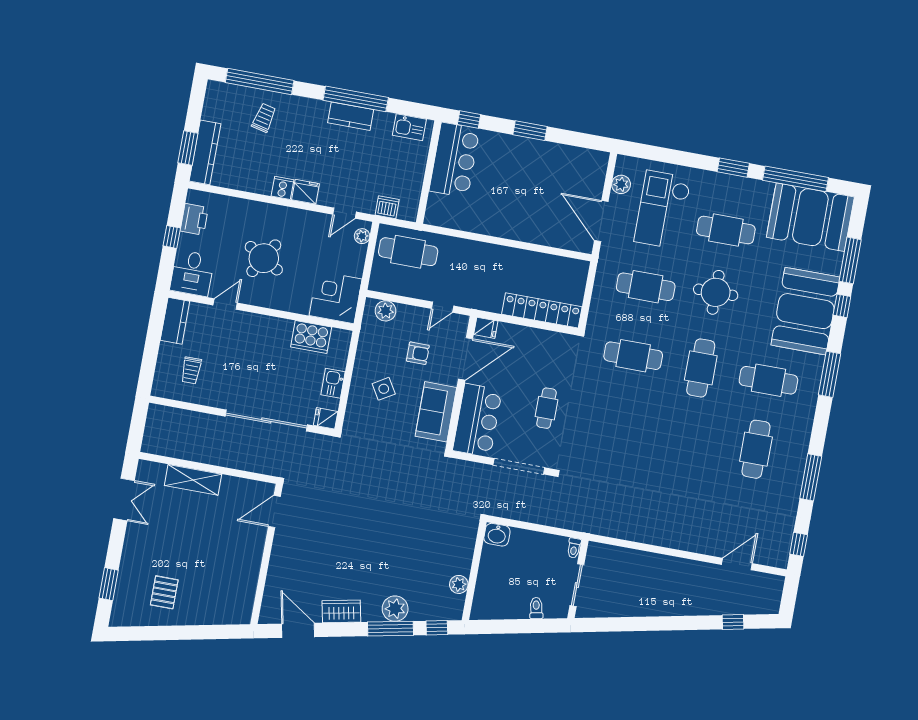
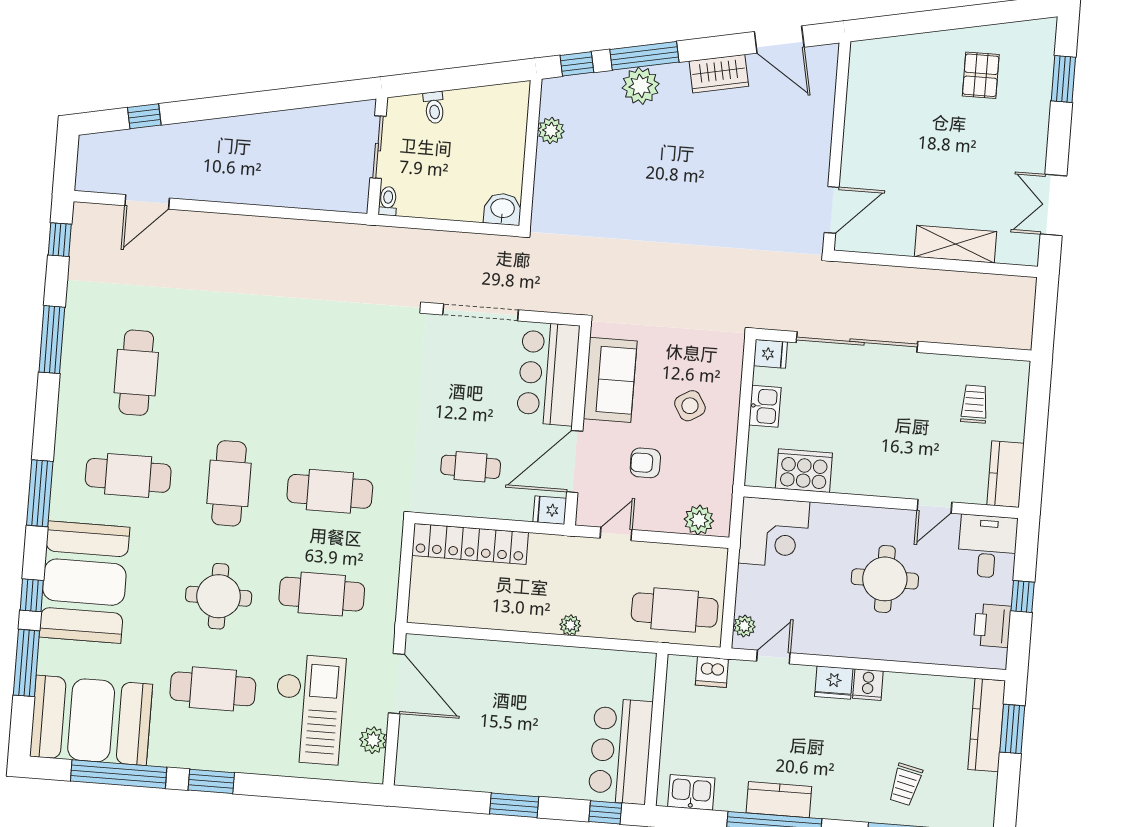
plant: (480, 249) -> (570, 625), added
round table: (264, 258) -> (885, 579), turned -31
cafe table: (546, 408) -> (471, 467), moved, turned 90

